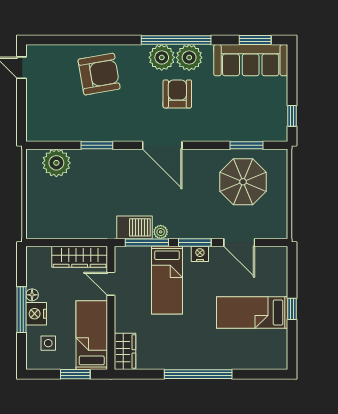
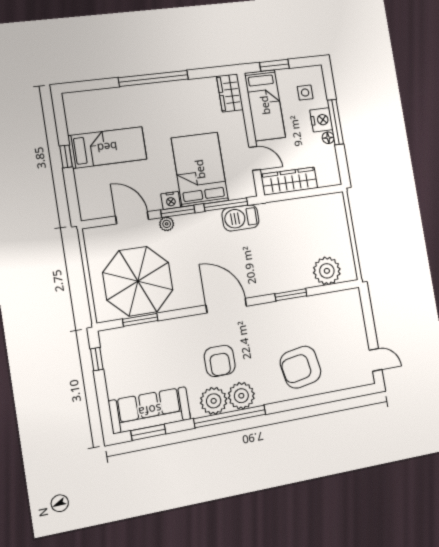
parasol: (243, 182) -> (138, 281), width x1.36, depth x1.36
plant: (161, 232) -> (167, 224), moved
bed: (167, 280) -> (200, 169), width x1.50

